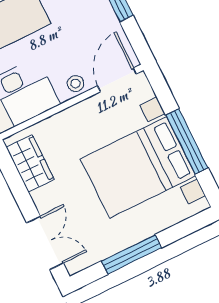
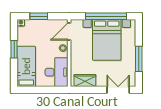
door: (117, 80) -> (69, 31), hinge flipped
window: (187, 141) -> (106, 16), width x1.46

